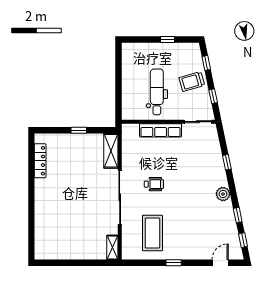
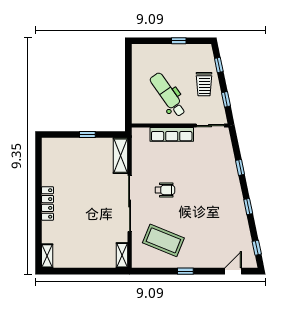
trolley: (192, 81) -> (204, 84), turned -74
dental chair: (157, 92) -> (168, 95), turned -35
locker: (40, 161) -> (48, 203), moved
plant: (223, 194) -> (236, 200), removed
window: (238, 215) -> (248, 207), moved
coffee table: (152, 233) -> (163, 240), turned -68
shelving: (40, 248) -> (47, 256), added

